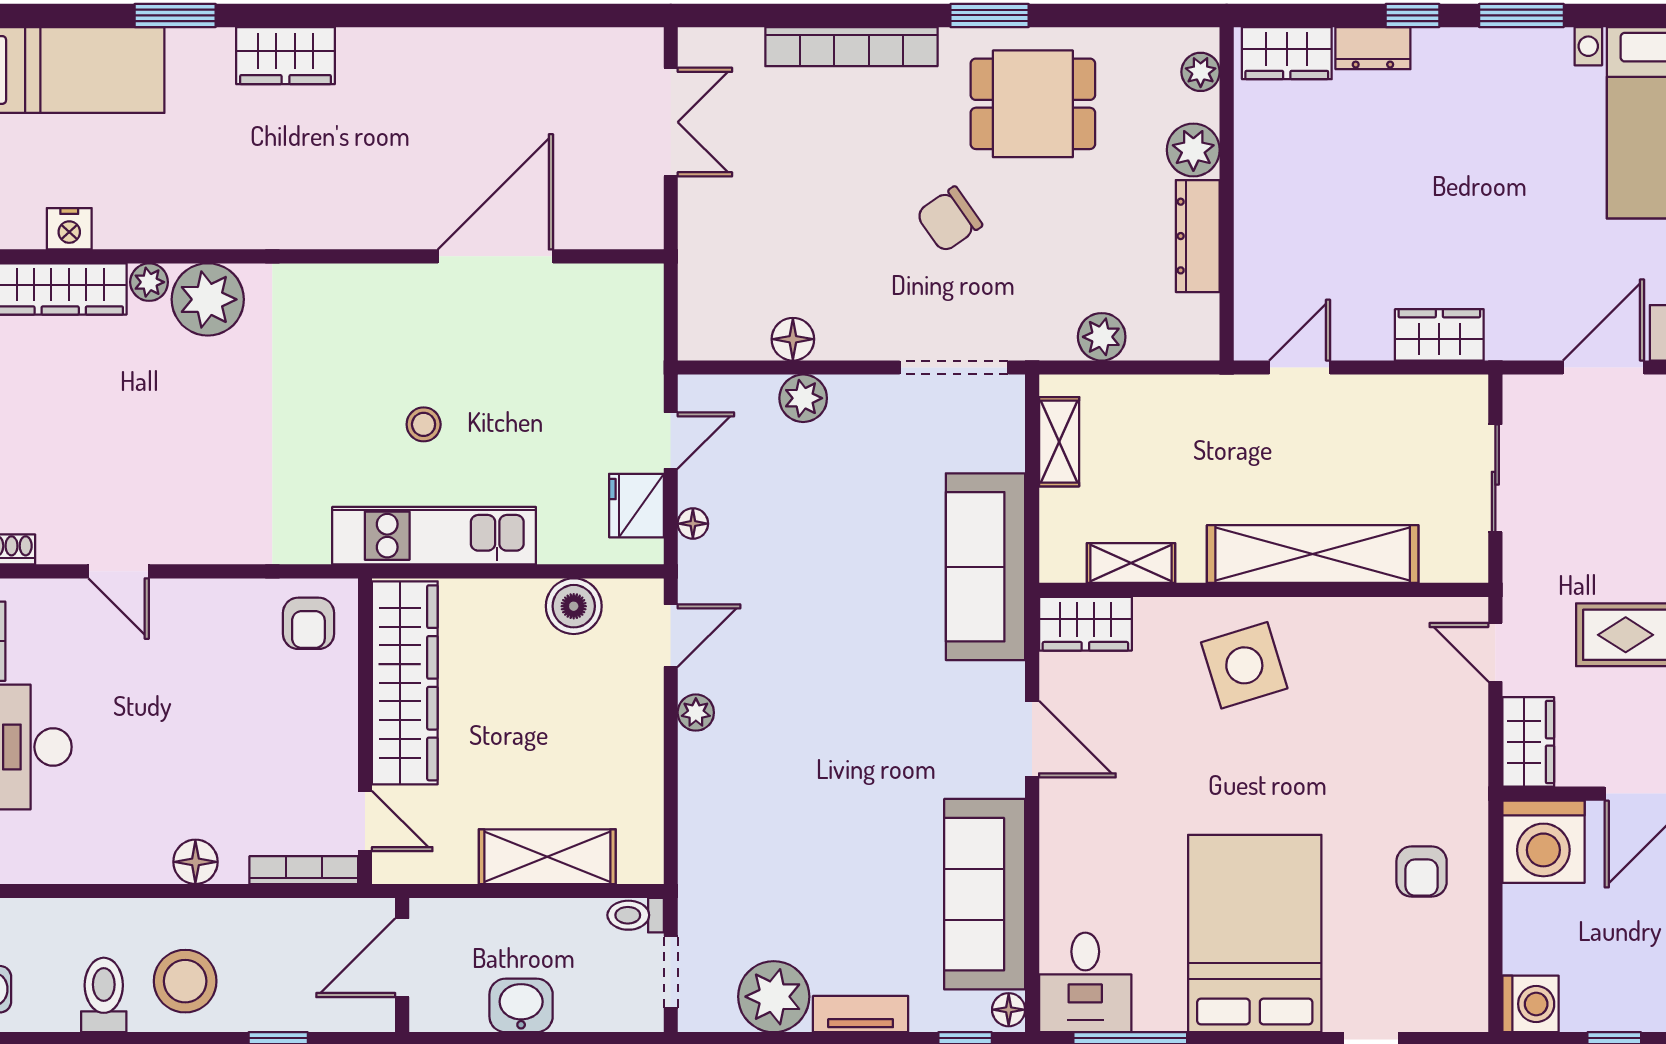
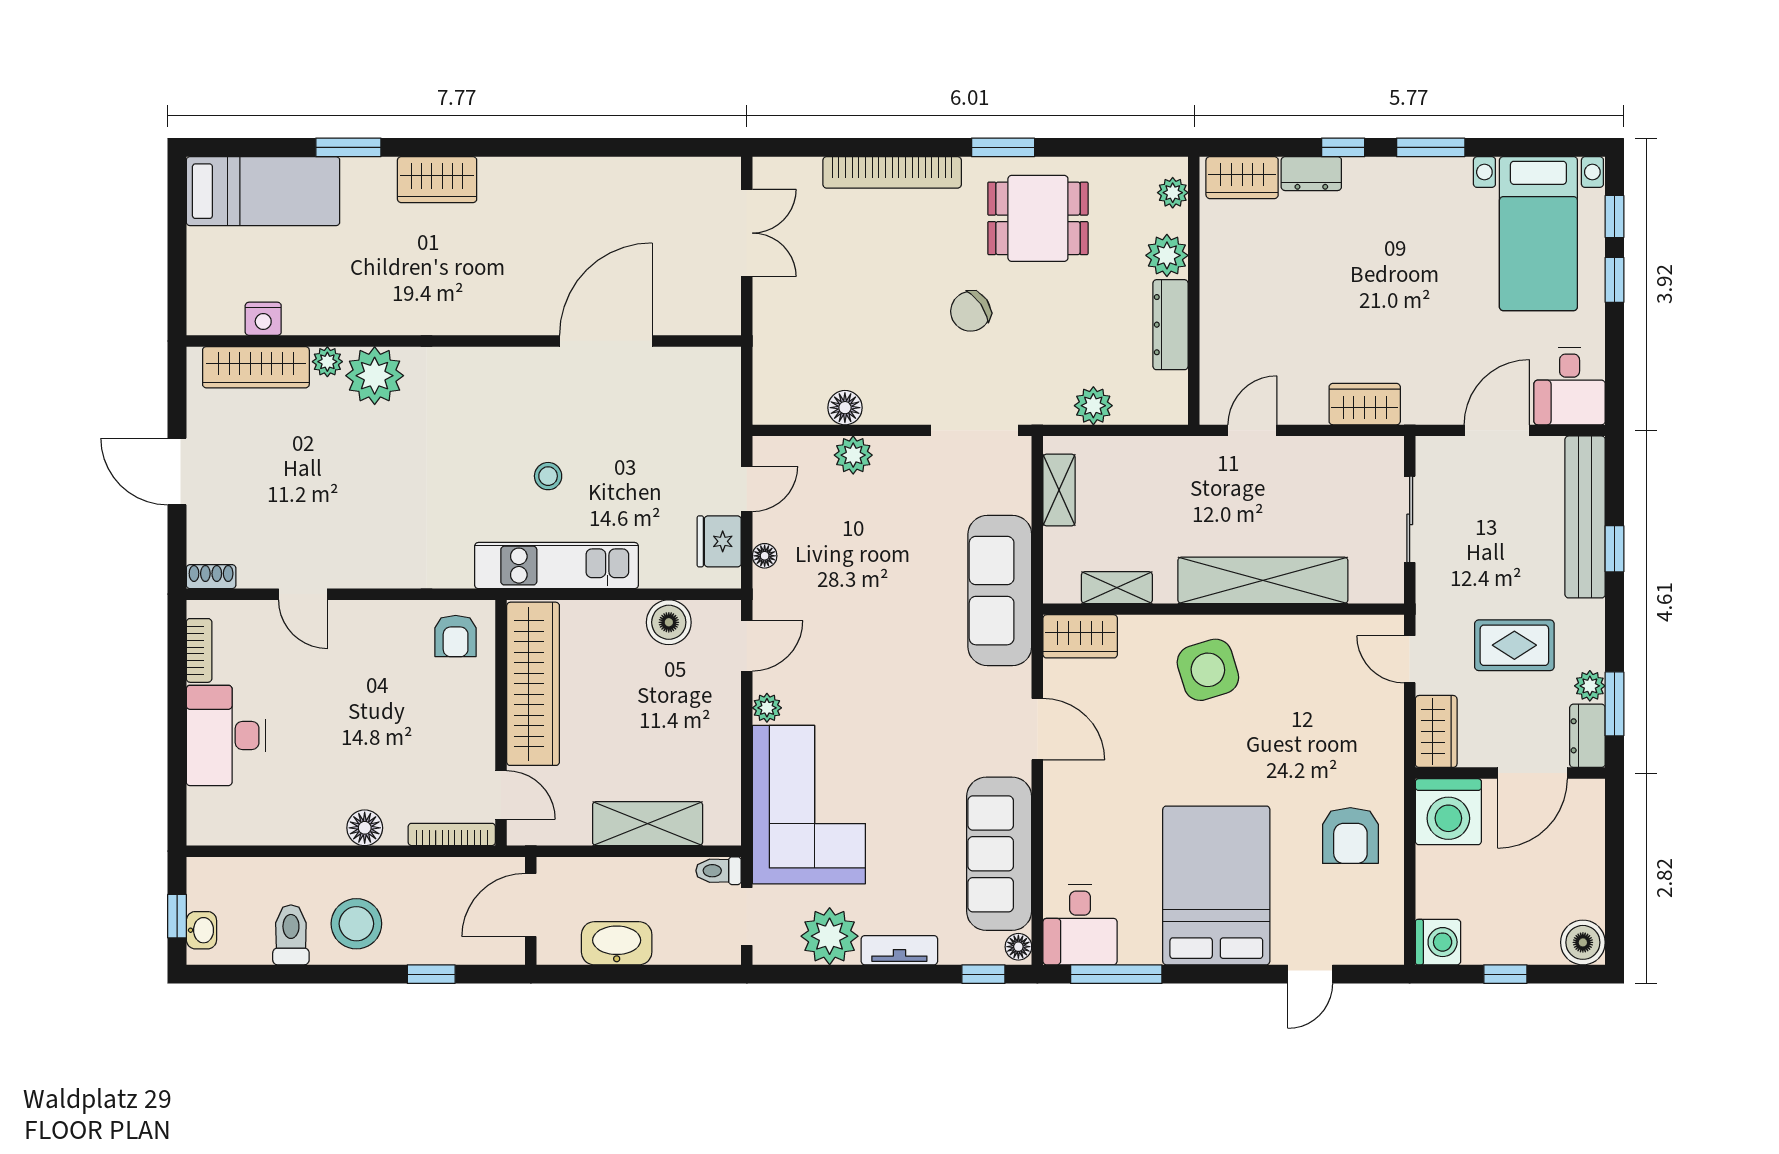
corner sofa: (748, 833) -> (809, 805), added
armchair: (1422, 871) -> (1350, 836), width x1.38, depth x1.38
washbasin: (521, 1005) -> (617, 943), width x1.38

